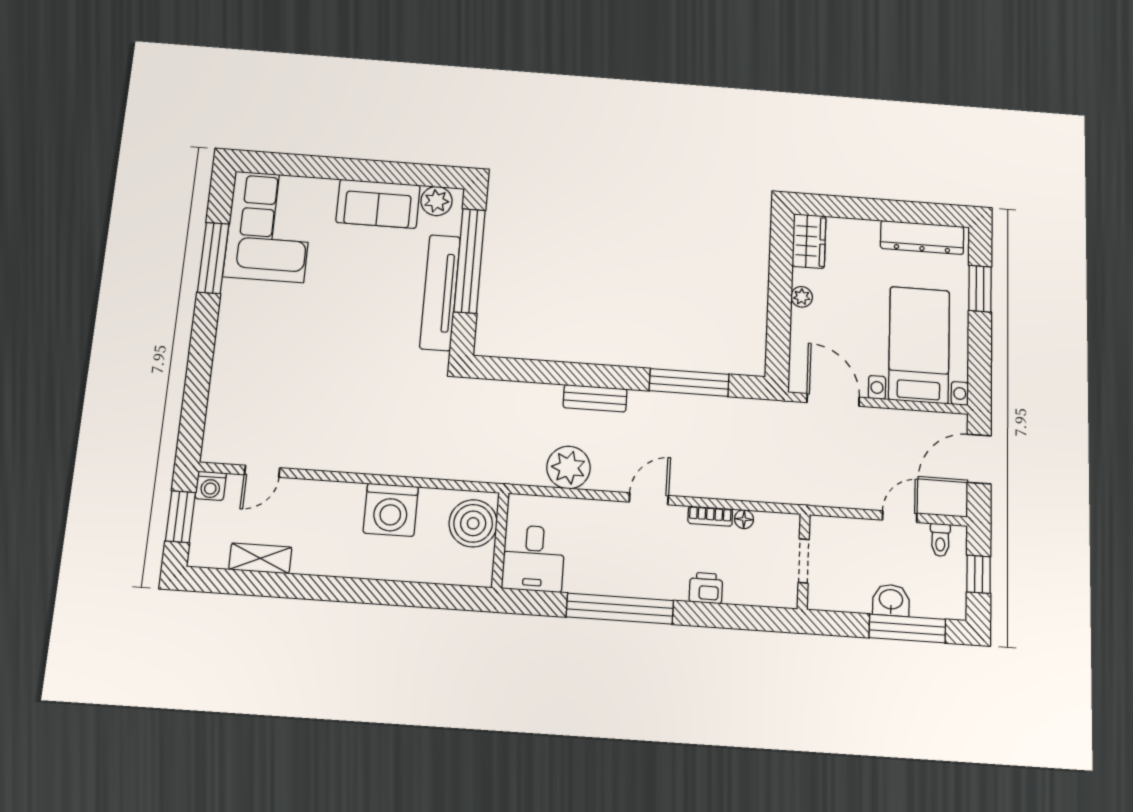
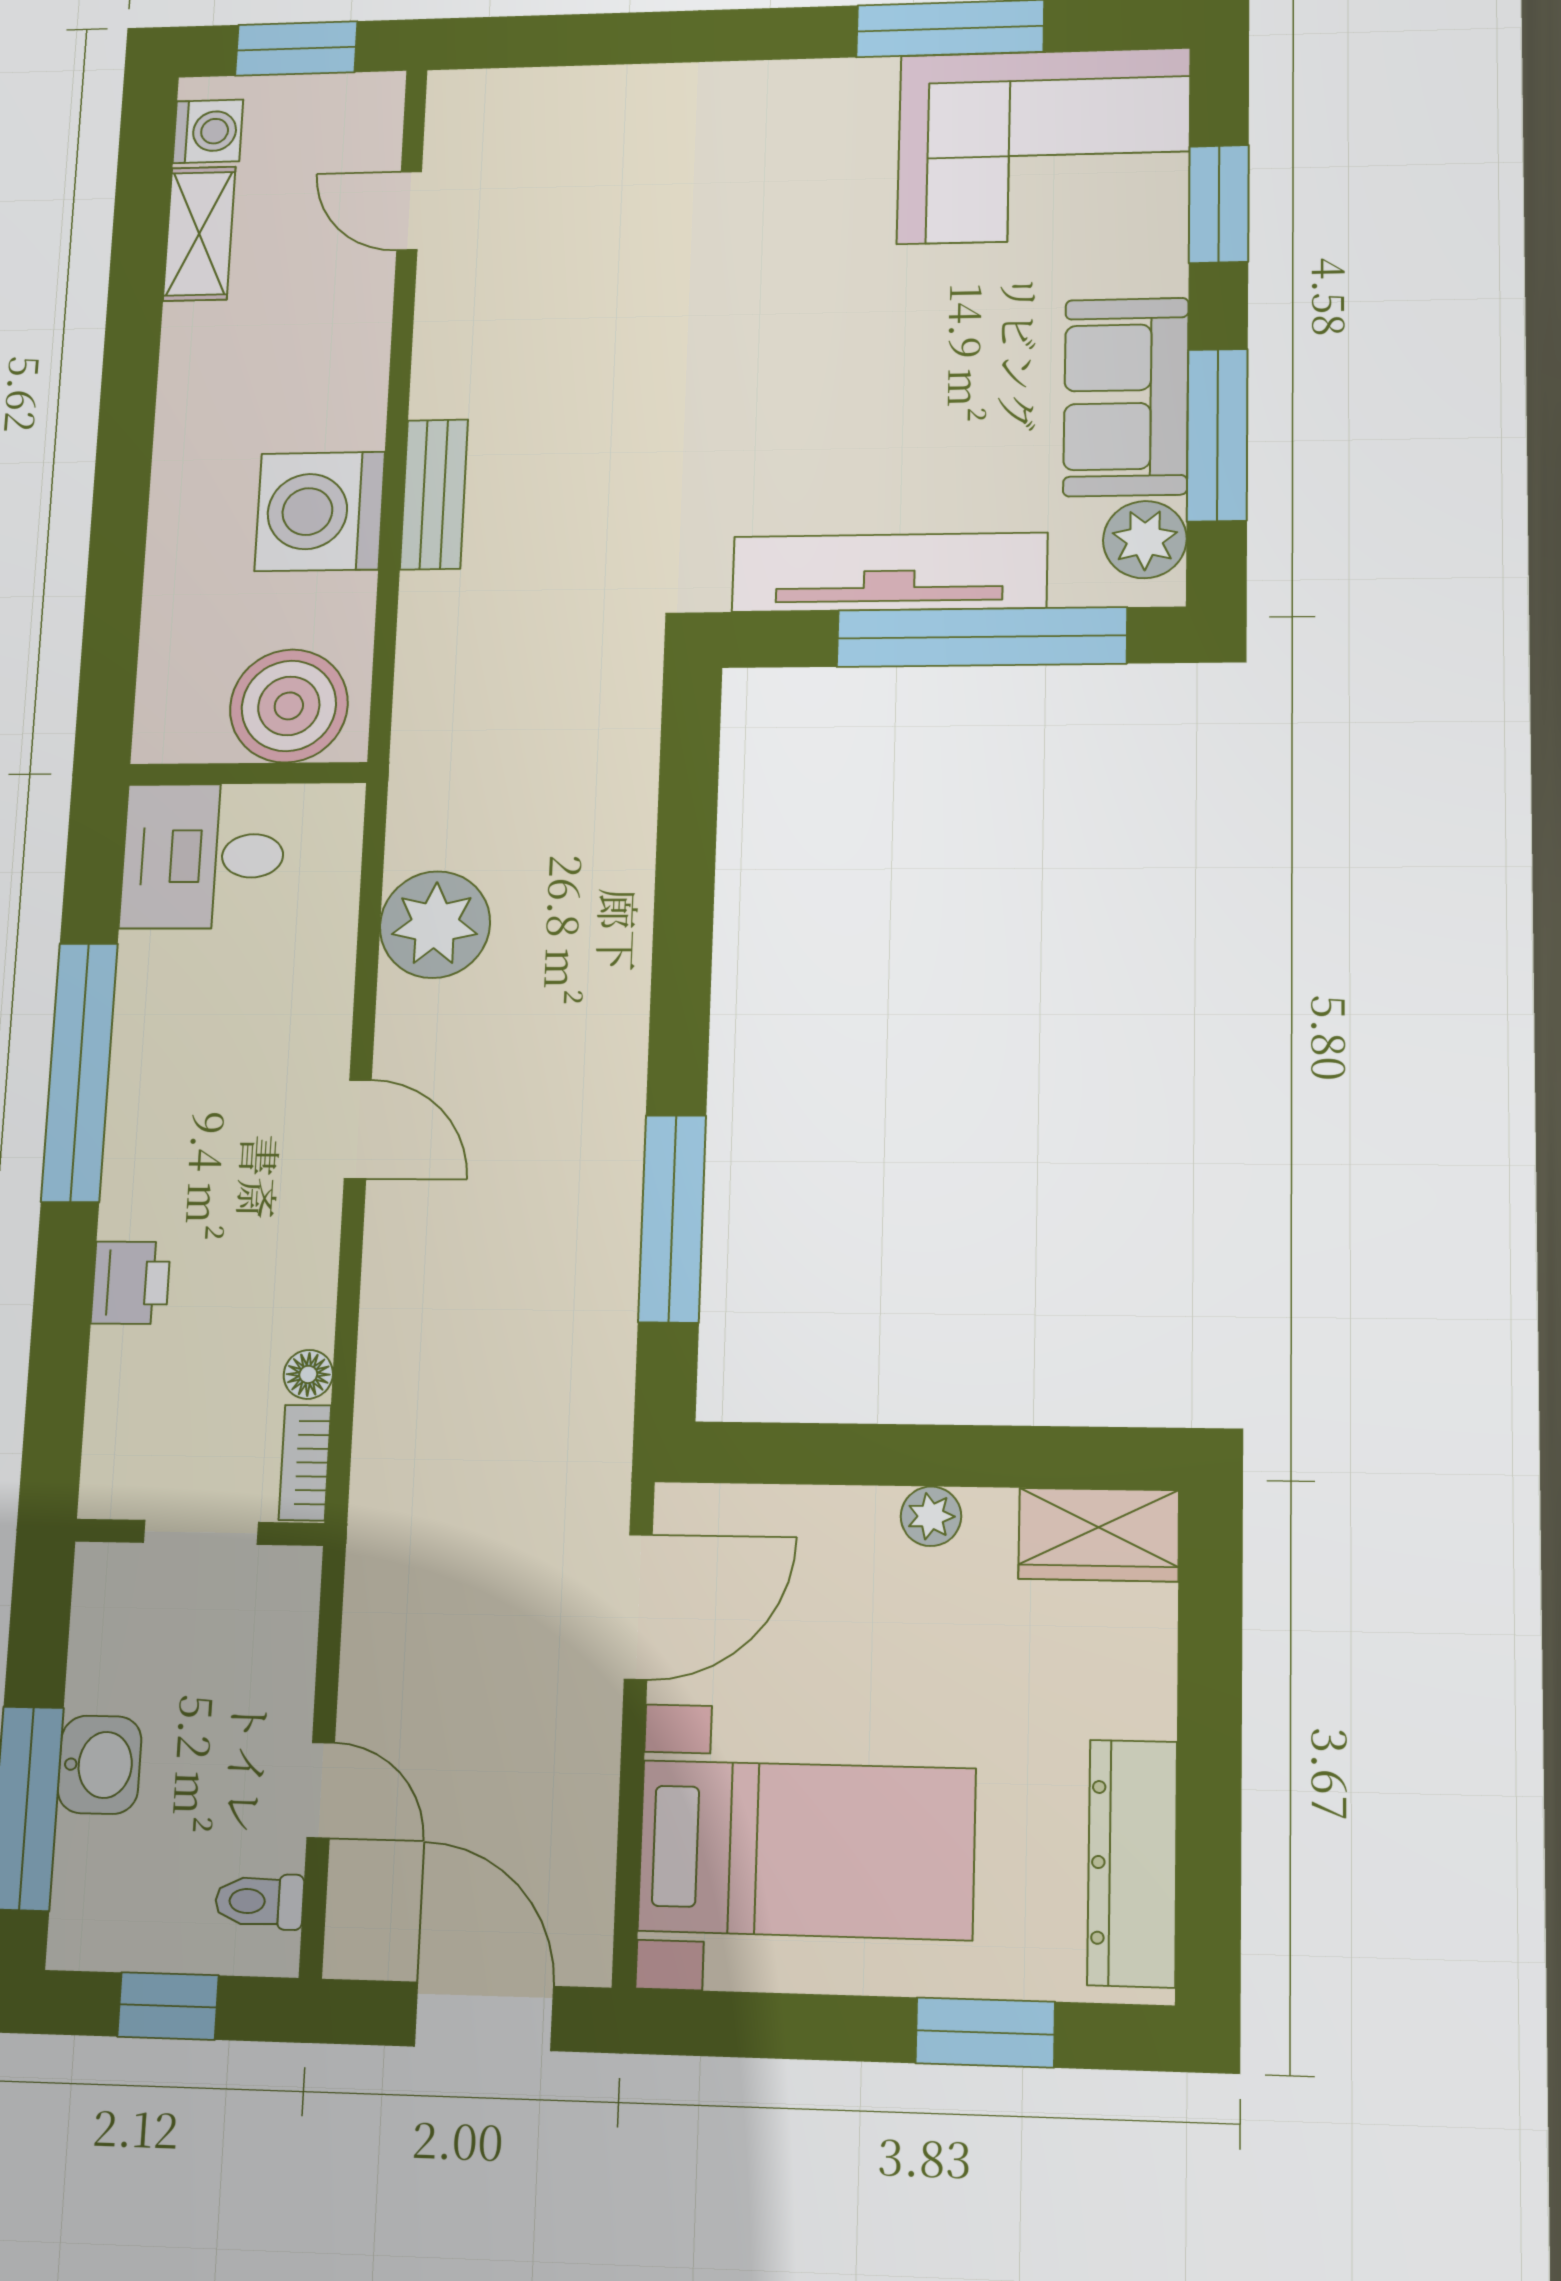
window: (303, 166) -> (1219, 204), added
window: (397, 173) -> (1217, 435), added
bench: (595, 398) -> (434, 494), moved
washing machine: (211, 486) -> (208, 131), moved, turned 180
bookcase: (710, 516) -> (305, 1463), moved

